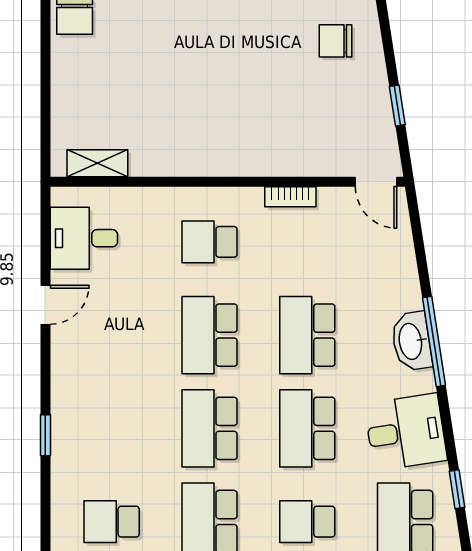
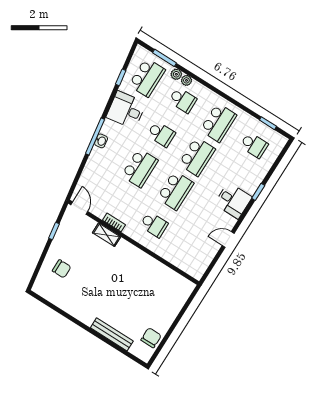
shelving: (97, 163) -> (107, 235), moved
desk: (84, 238) -> (233, 201), moved
washbasin: (411, 341) -> (101, 141), width x0.52, depth x0.69
school desk: (307, 428) -> (161, 134), width x0.54

